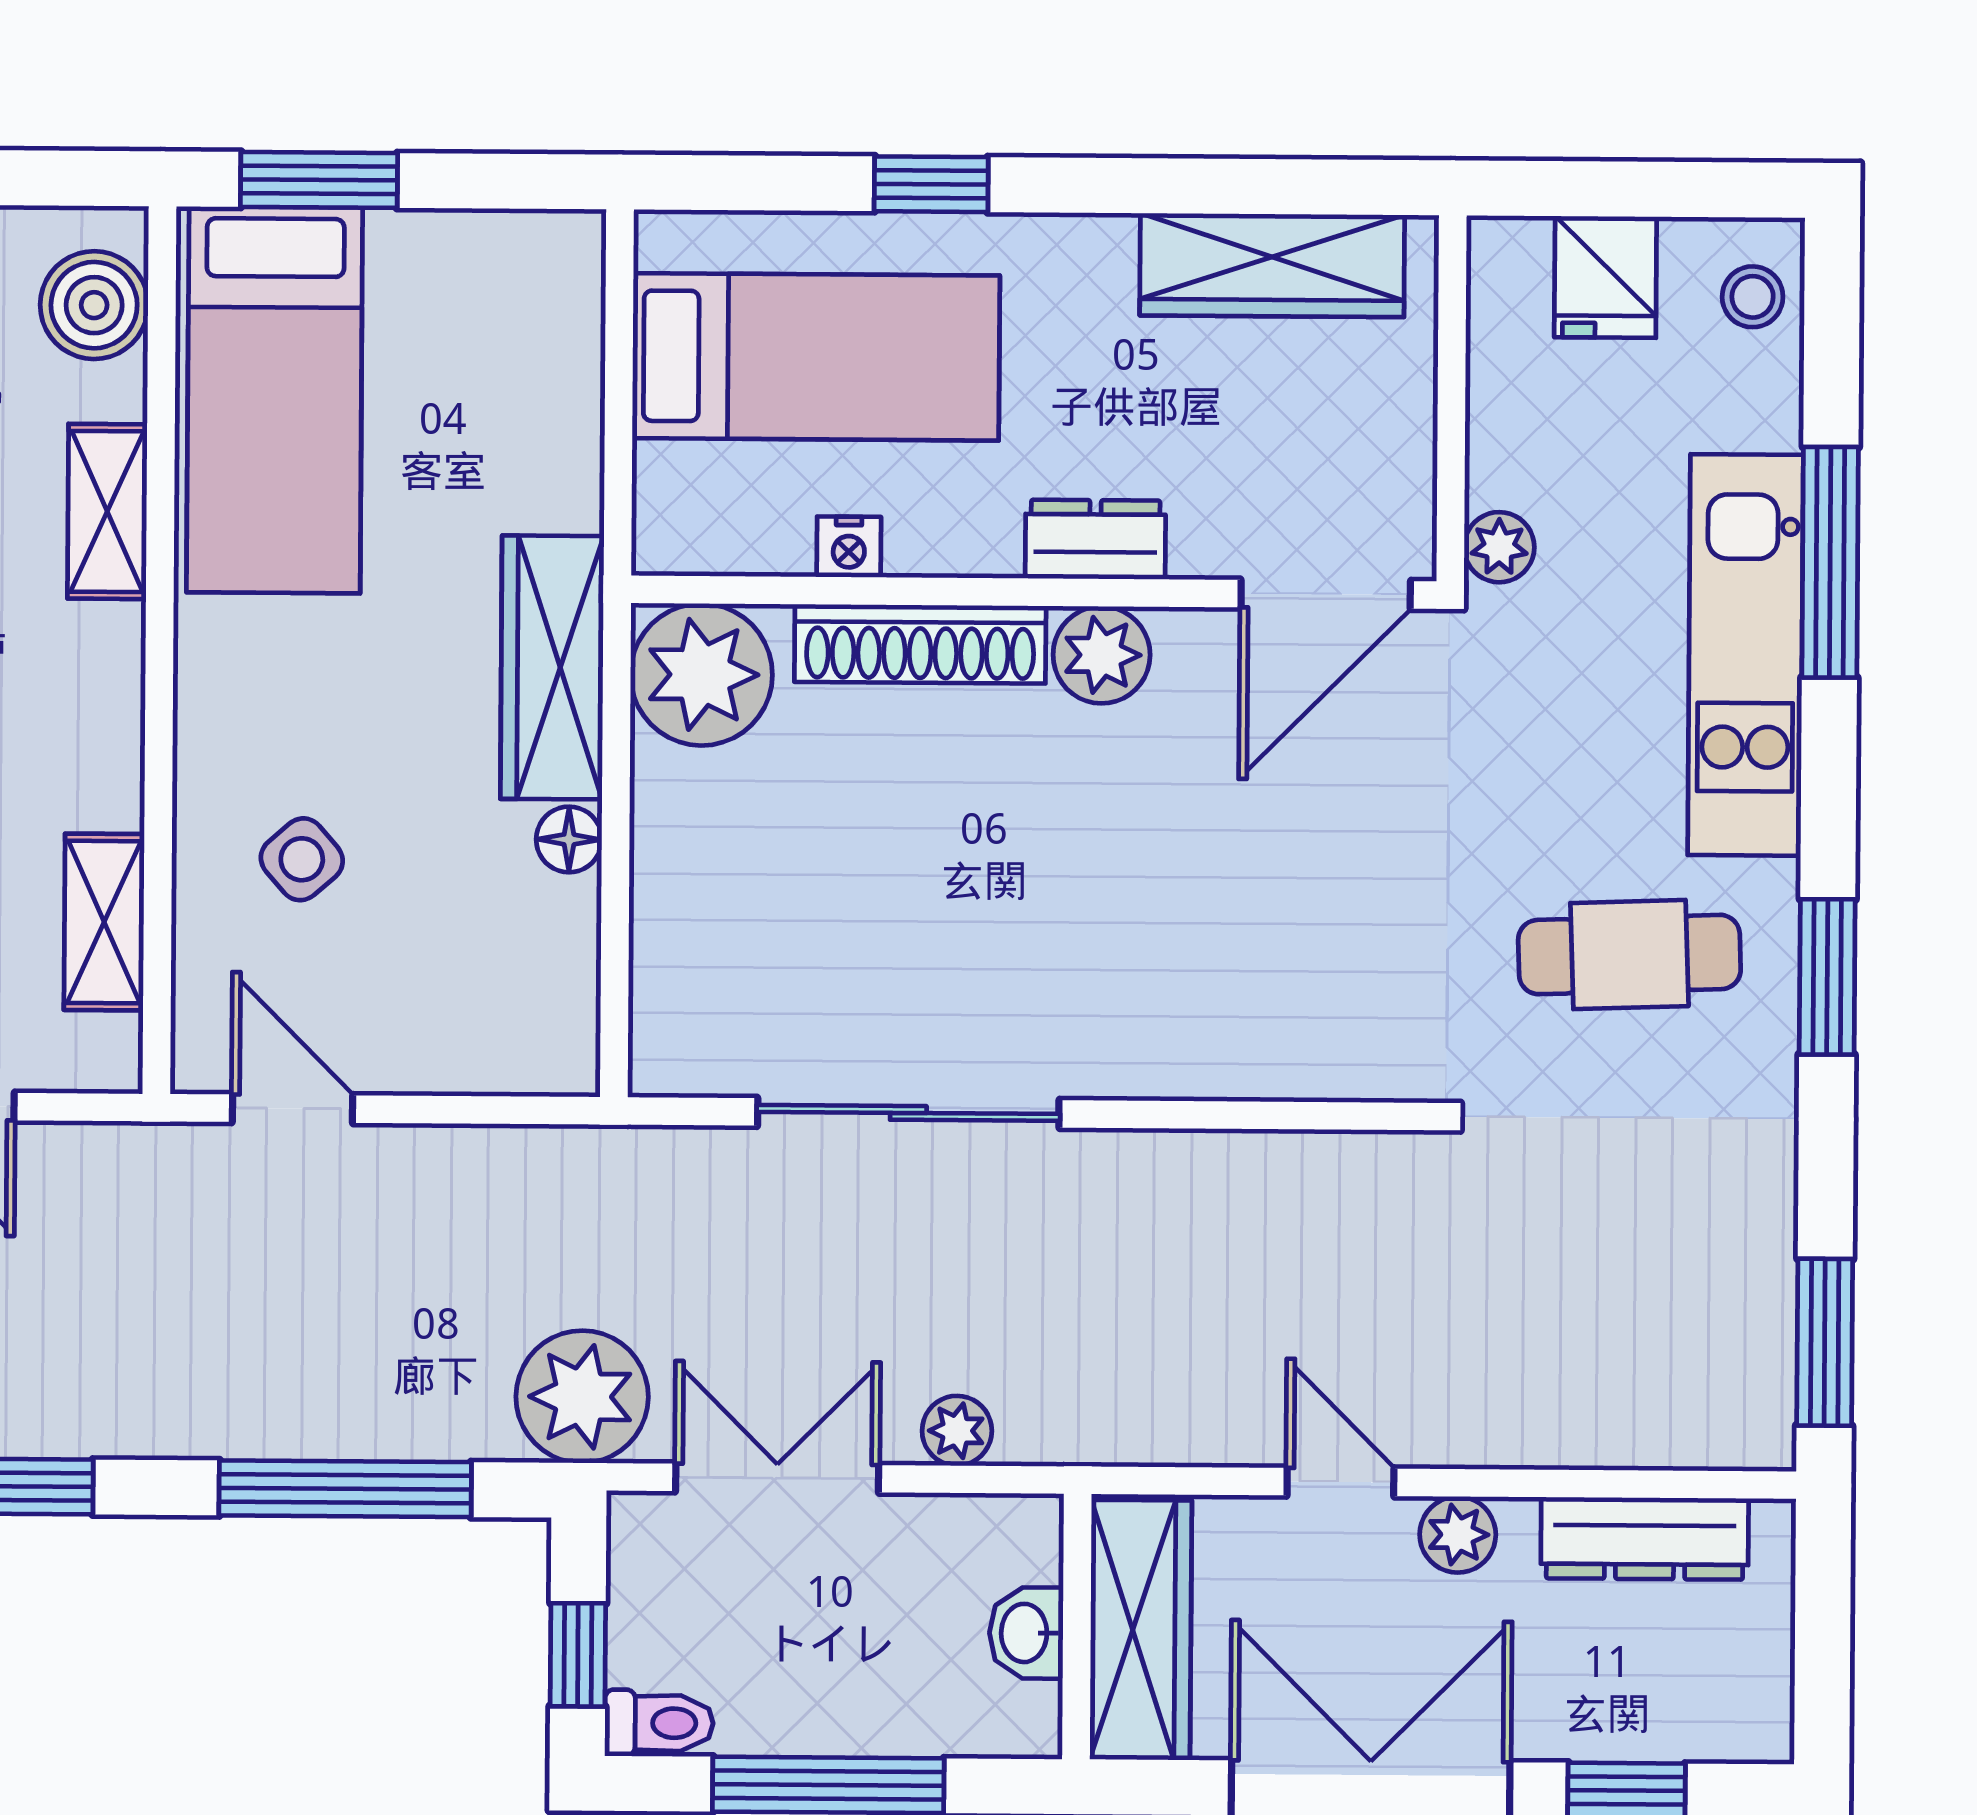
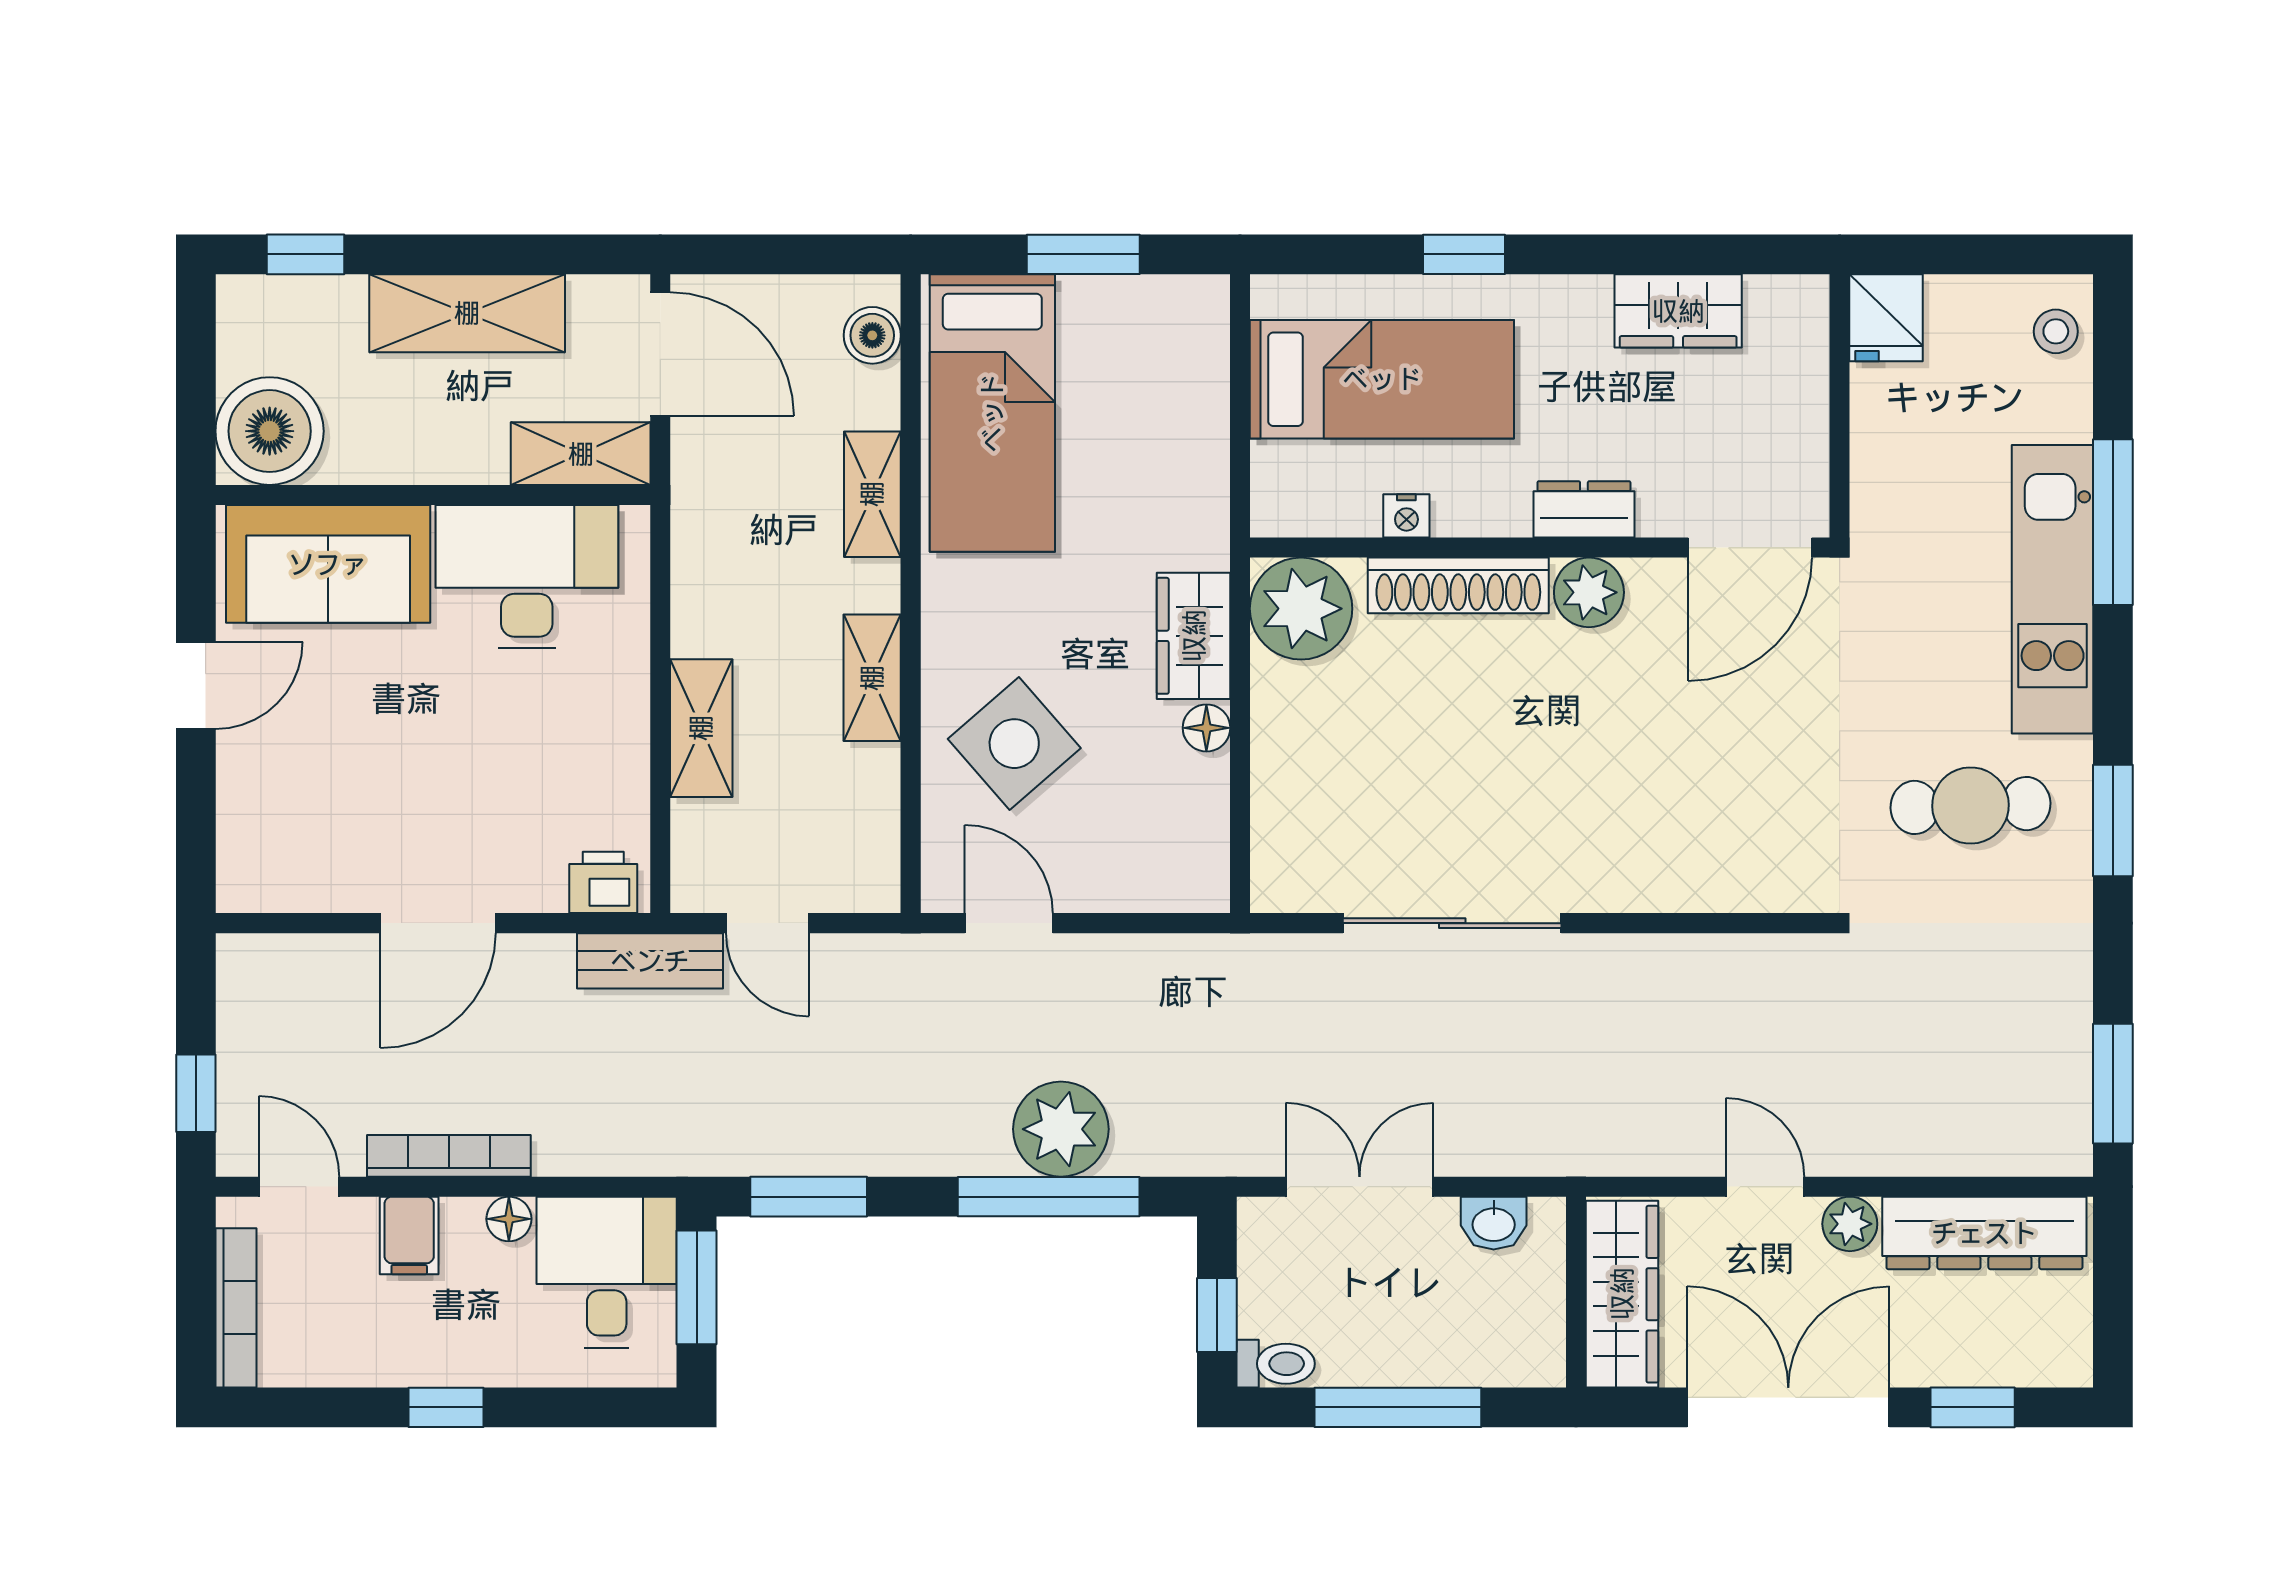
window: (319, 180) -> (1083, 254), moved
wardrobe: (1272, 265) -> (1678, 311), width x0.67
fridge: (1605, 277) -> (1886, 318), moved
boiler: (94, 305) -> (872, 335), width x0.73, depth x0.73
plant: (1499, 547) -> (1875, 513), removed
wardrobe: (552, 667) -> (1194, 636), width x0.67
side table: (302, 859) -> (1014, 744), width x1.87, depth x1.87
shelving: (104, 922) -> (872, 678), moved
plant: (582, 1397) -> (1061, 1129), moved
plant: (957, 1431) -> (1489, 1152), removed
dresser: (1645, 1538) -> (1984, 1233), width x1.37, depth x1.24
washbasin: (1026, 1633) -> (1494, 1223), moved, turned -90

